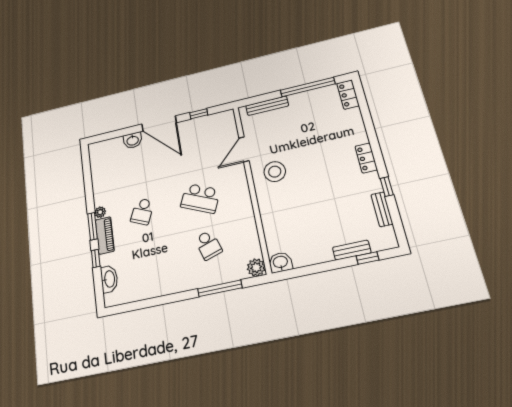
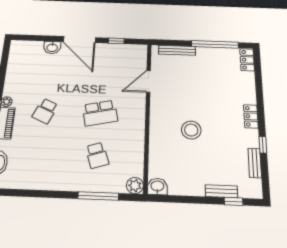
stool: (275, 172) -> (191, 130), moved
school desk: (200, 198) -> (100, 113), turned -36

